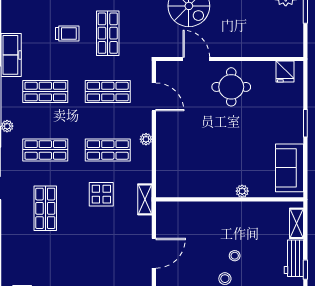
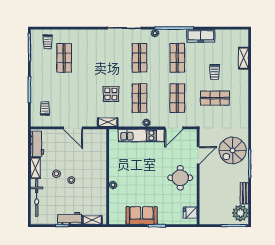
kitchen unit: (166, 148) -> (141, 136), added
sofa: (290, 168) -> (142, 215), moved
shop shelf: (45, 208) -> (64, 58), moved, turned 90

